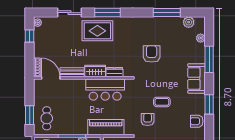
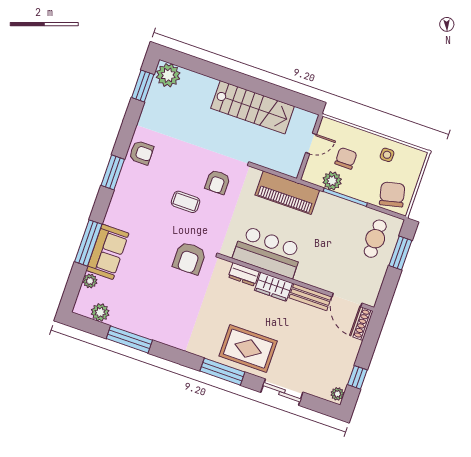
armchair: (152, 54) -> (189, 258), moved
sofa: (196, 78) -> (108, 252), moved

